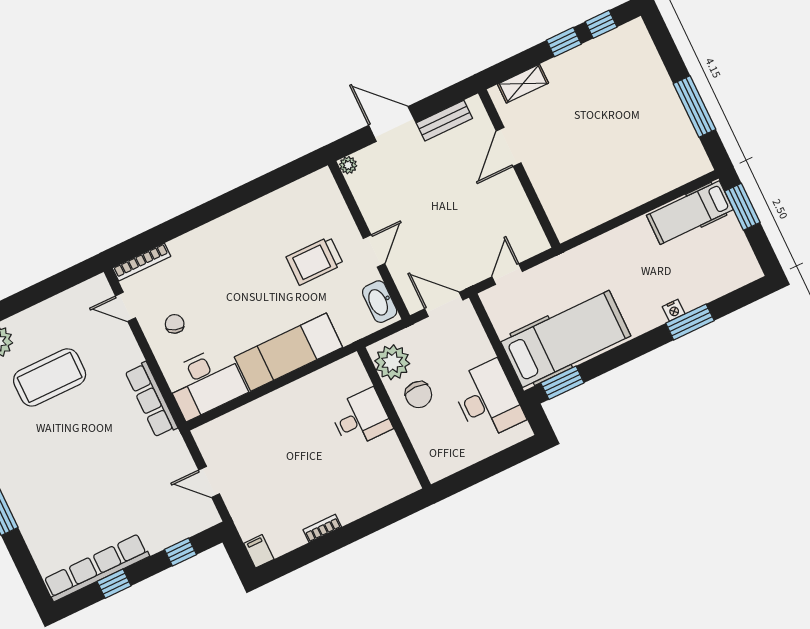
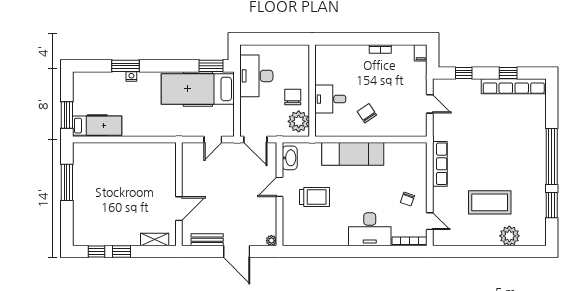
desk: (206, 382) -> (370, 229), moved, turned 180
chair: (296, 423) -> (367, 113), added

